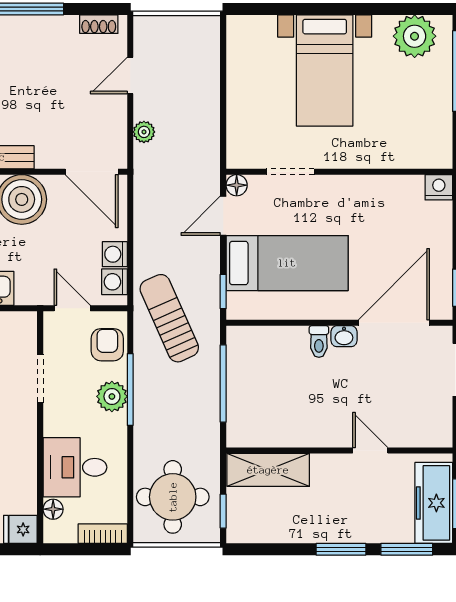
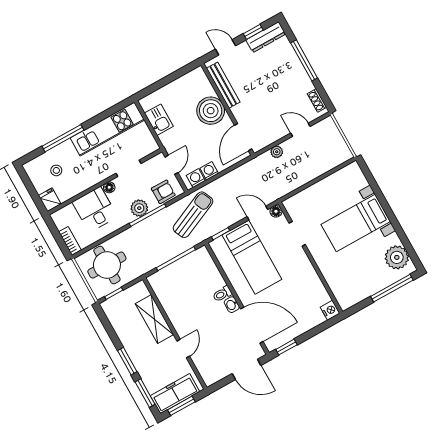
shelving: (268, 470) -> (154, 319), moved
floor lamp: (53, 509) -> (109, 187), moved

